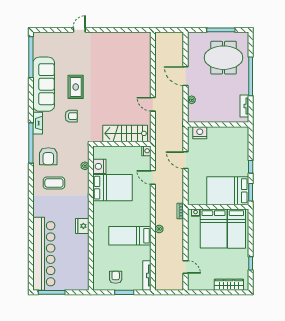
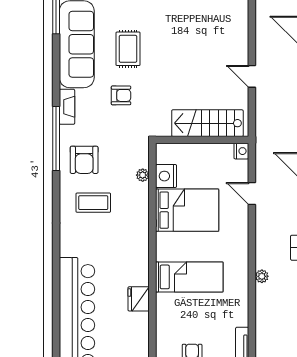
fridge: (82, 226) -> (139, 299), moved
bed: (130, 236) -> (189, 277), moved, turned 180

